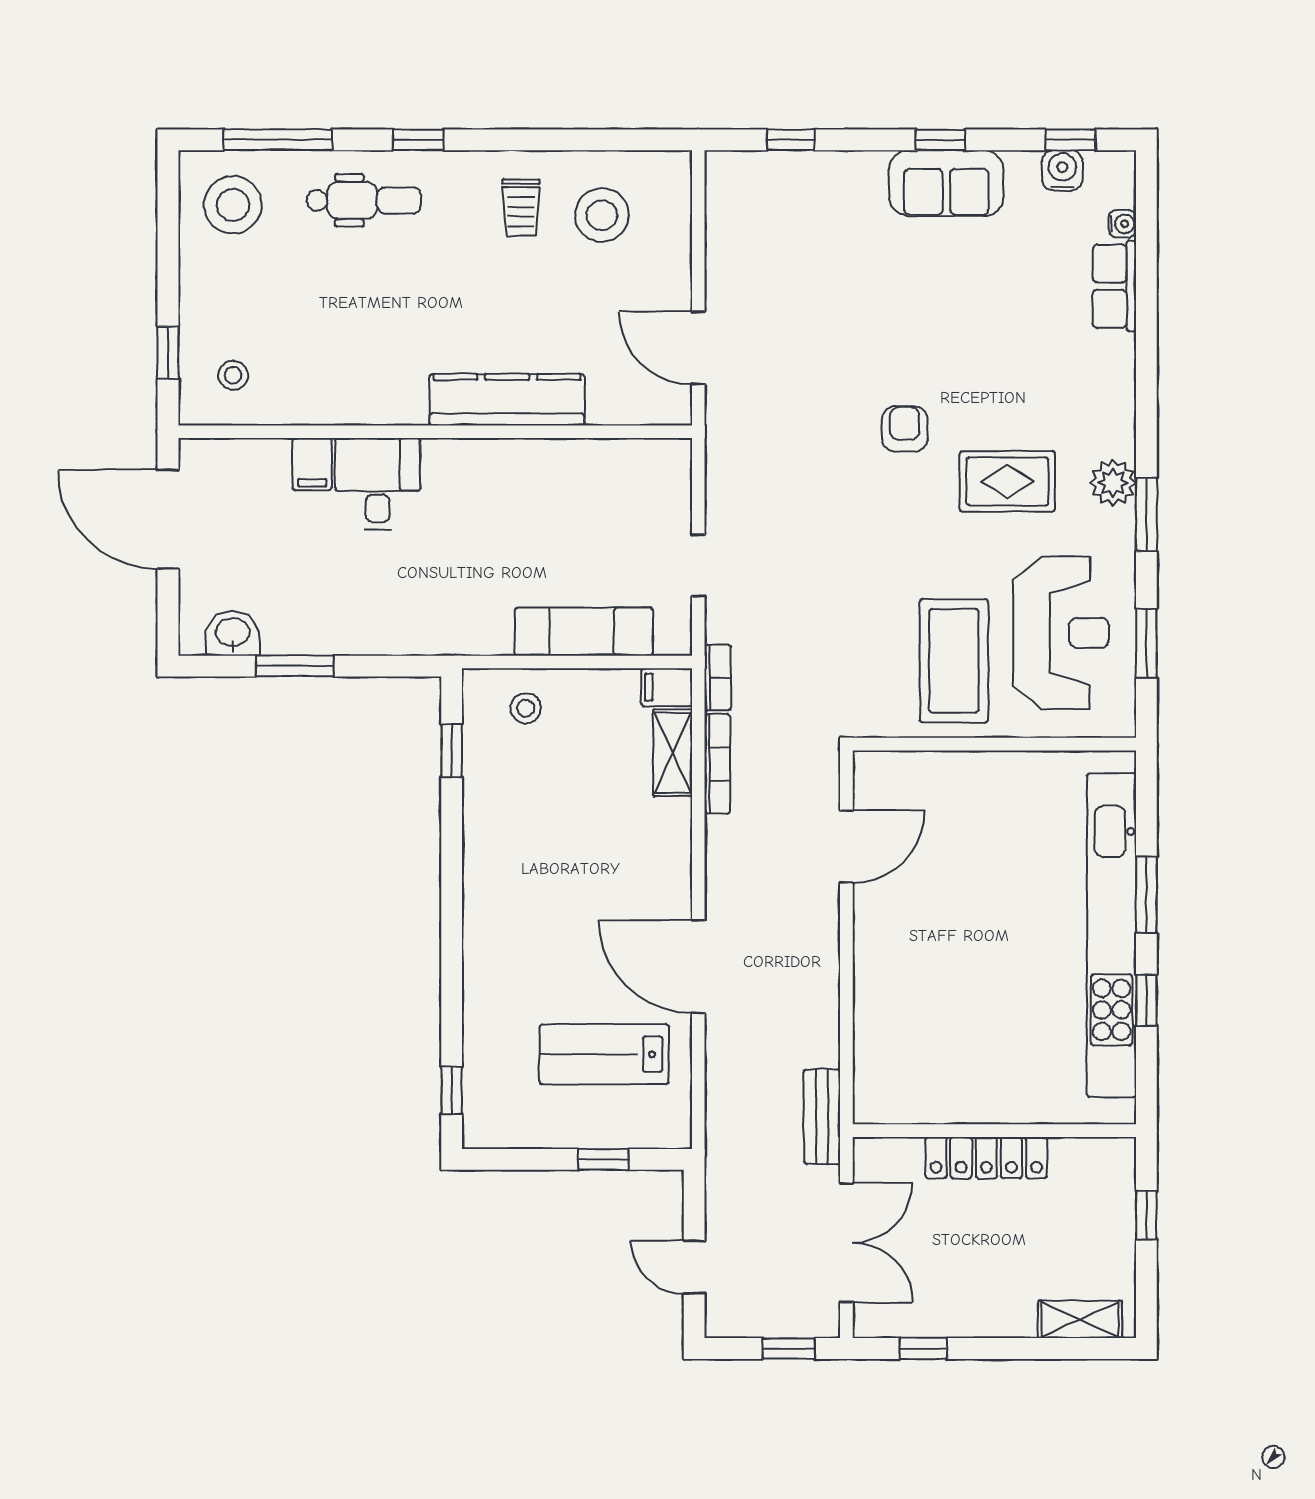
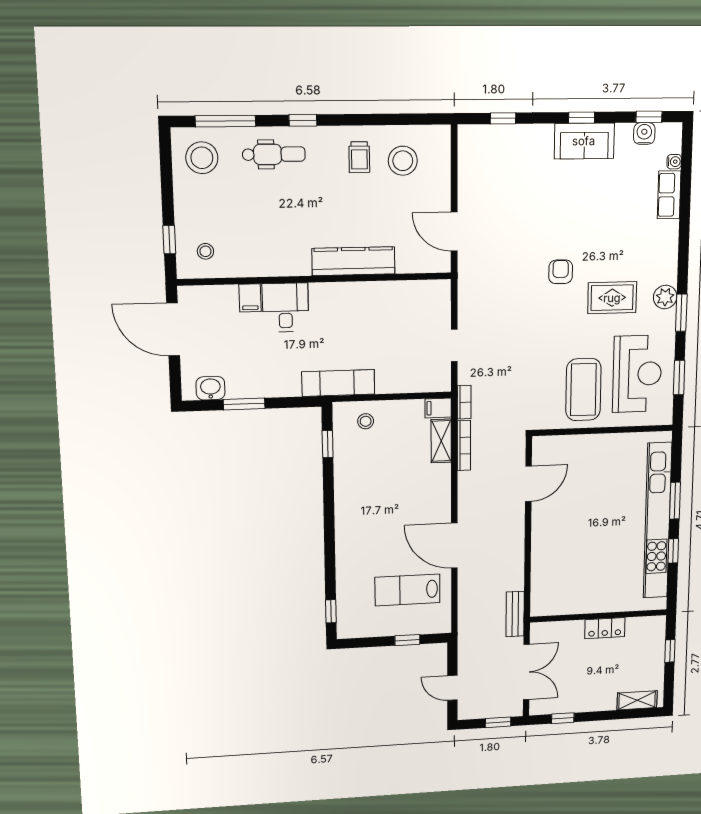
exam couch: (584, 632) -> (338, 383), moved
locker: (986, 1158) -> (605, 628), width x0.66

